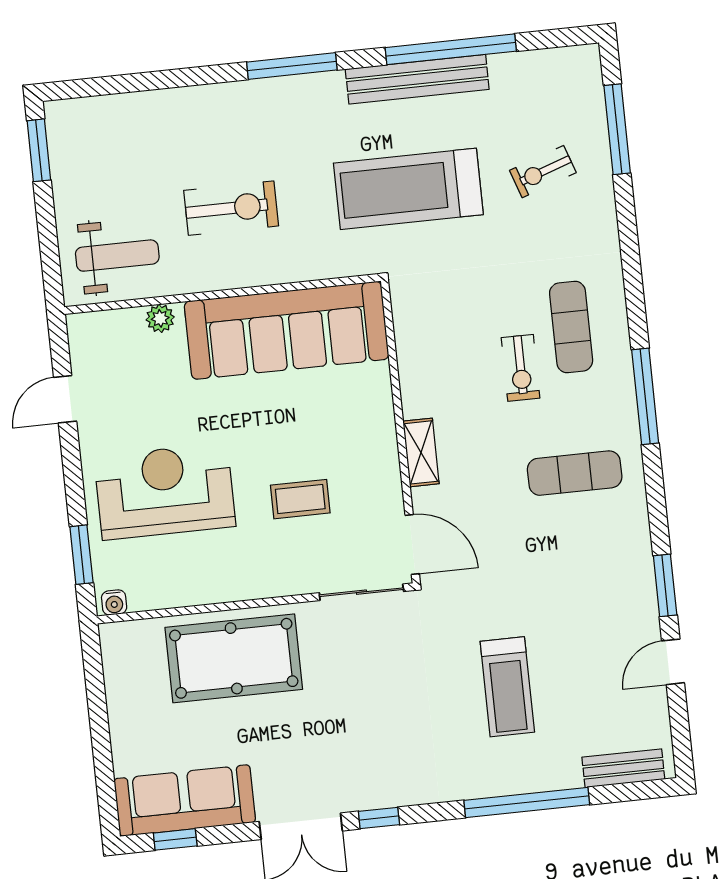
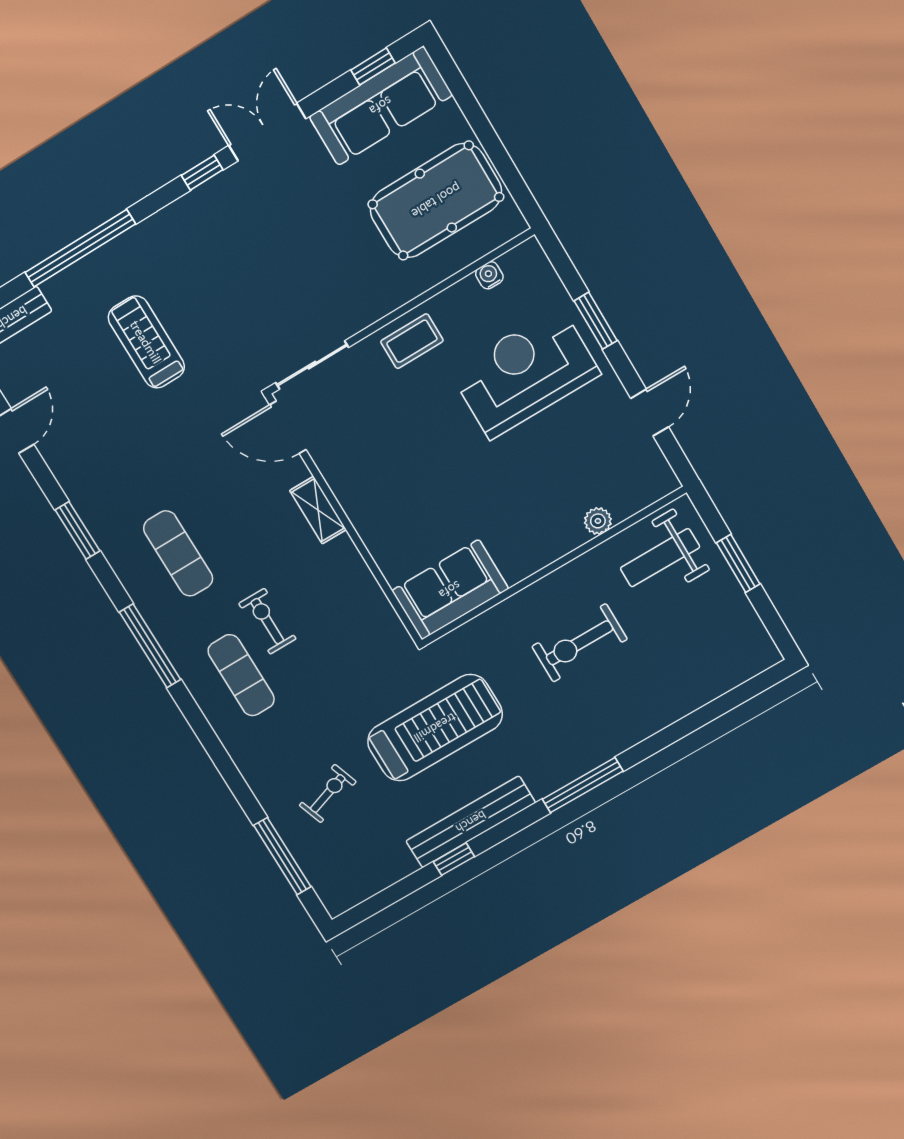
window: (451, 49) -> (454, 859), width x0.32
window: (39, 150) -> (738, 563), moved
sofa: (287, 330) -> (450, 590), width x0.54, depth x0.79
exercise mat: (575, 473) -> (178, 553), turned 90
reception desk: (165, 491) -> (525, 373), turned 180
coffee table: (300, 499) -> (412, 341), moved
window: (81, 555) -> (596, 321), moved
window: (665, 585) -> (78, 530), moved
water cooler: (114, 603) -> (489, 275), moved
pool table: (234, 658) -> (436, 201), moved

